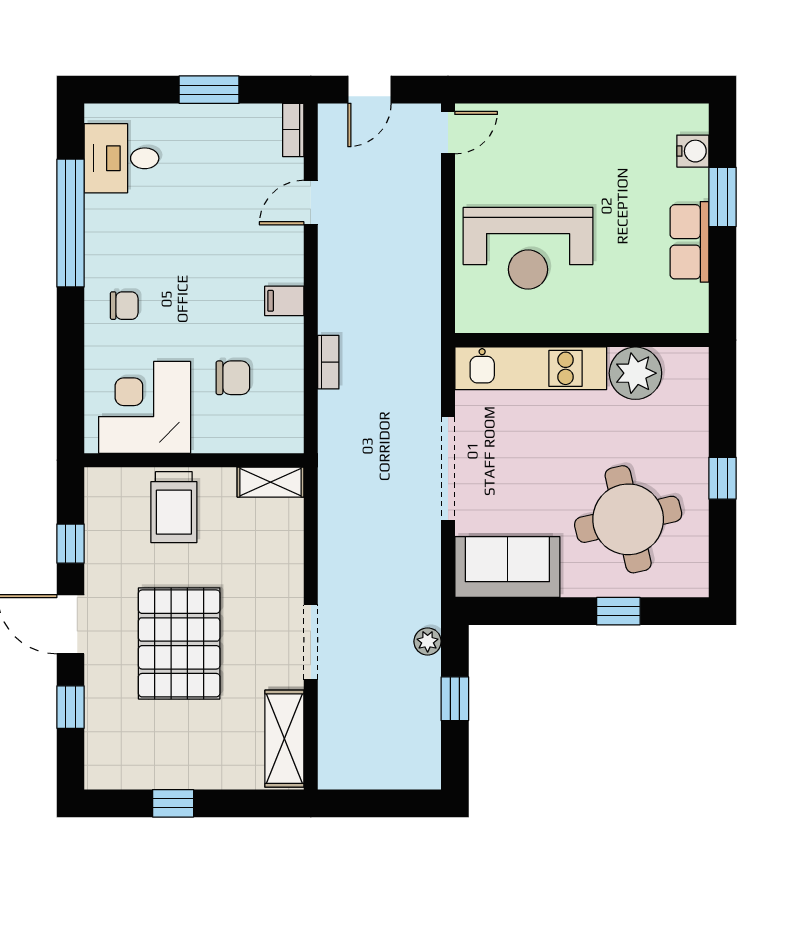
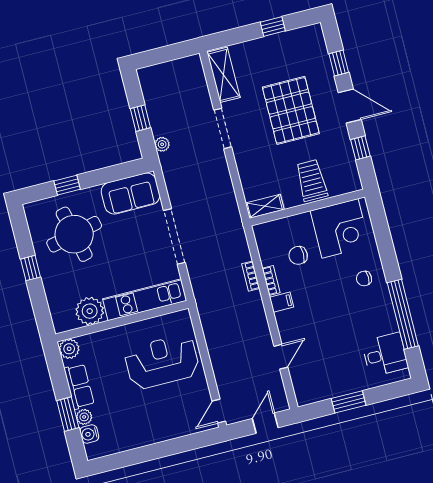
bookcase: (293, 130) -> (271, 280), moved
plant: (694, 184) -> (84, 417), added
plant: (690, 314) -> (69, 349), added

